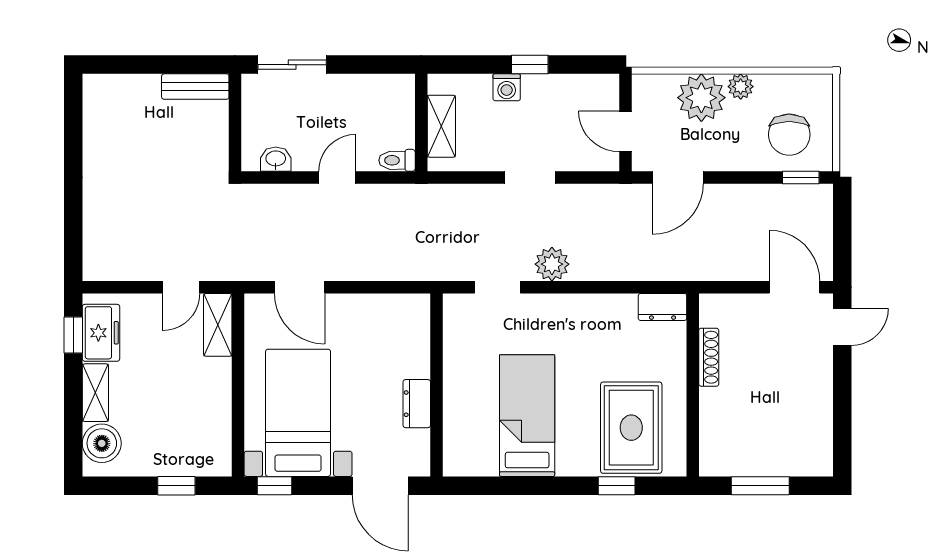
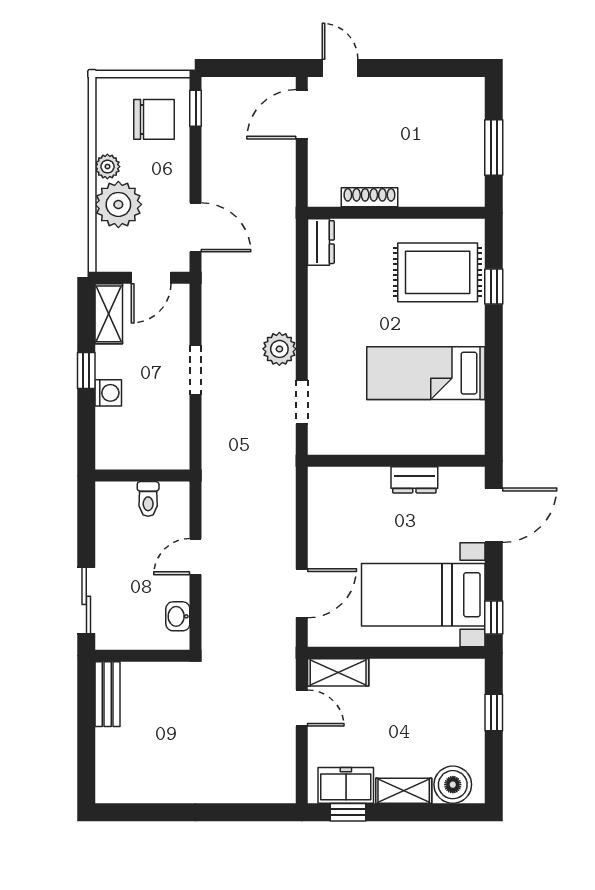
shelving: (441, 126) -> (109, 314), moved, turned 90
toilet: (397, 160) -> (148, 499), moved
door: (337, 177) -> (196, 557), hinge flipped

